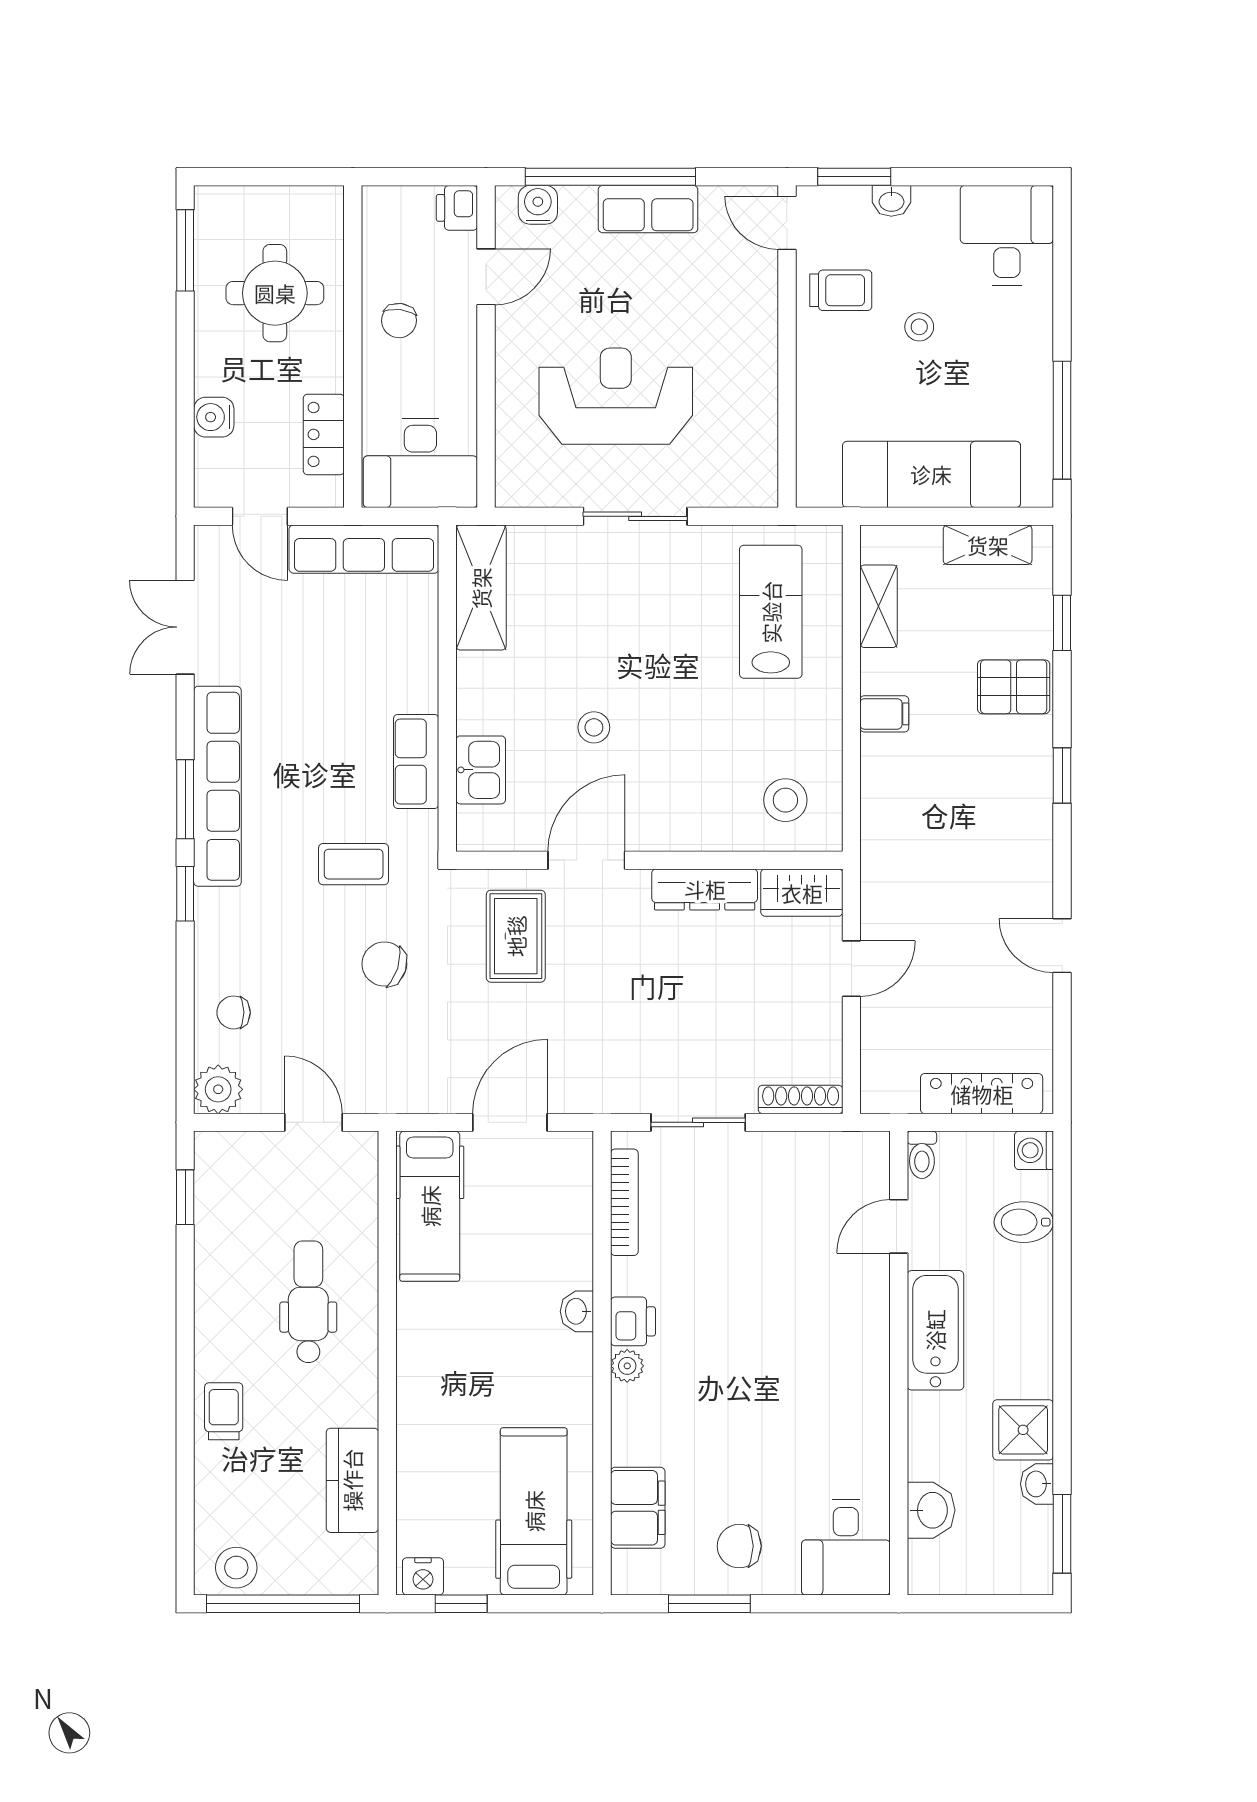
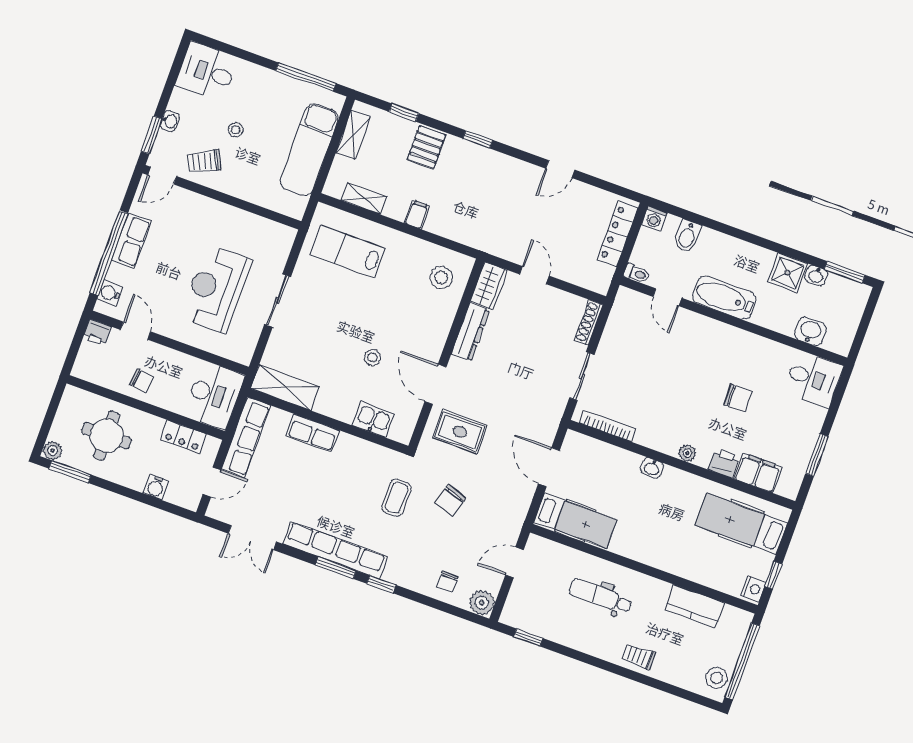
plant: (212, 204) -> (53, 451), added
trolley: (841, 290) -> (204, 161), turned -116
row of seats: (416, 761) -> (313, 433), moved
printer: (633, 1321) -> (724, 463), moved
chair: (739, 1546) -> (738, 398), moved, turned -90

